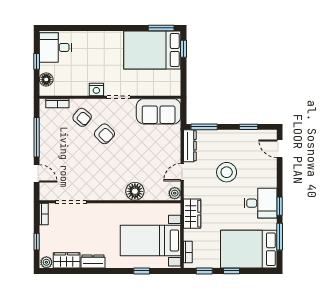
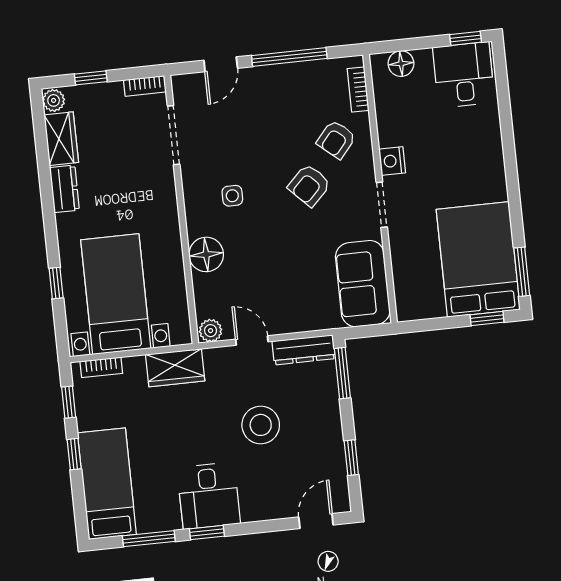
window: (37, 61) -> (466, 38), moved
side table: (106, 174) -> (232, 196), added
bed: (249, 249) -> (107, 484), width x0.67

